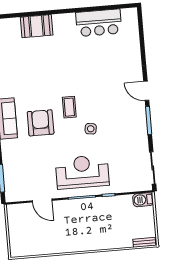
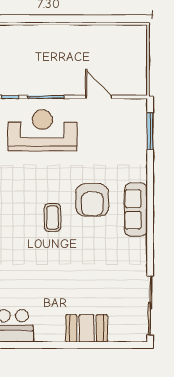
side table: (91, 129) -> (26, 187), removed
reception desk: (82, 172) -> (42, 130), turned 180

